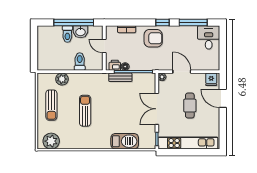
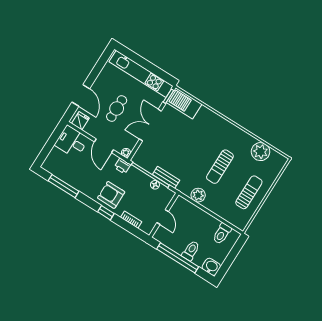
window: (162, 22) -> (106, 213), moved
washbasin: (81, 32) -> (211, 267), moved
desk: (209, 37) -> (72, 142), moved, turned 90
toilet: (80, 62) -> (222, 234), moved
printer: (115, 65) -> (122, 166), moved
plant: (62, 79) -> (198, 195), moved
double door: (157, 109) -> (150, 125), swing flipped
plant: (51, 141) -> (261, 152), moved
barbecue: (125, 141) -> (184, 103), moved

